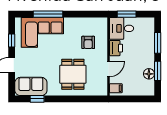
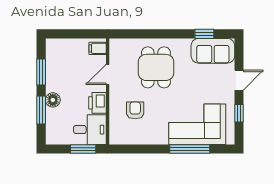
floor lamp: (149, 74) -> (53, 100), moved

